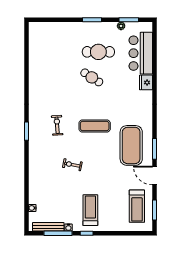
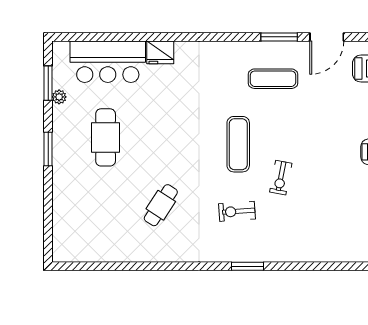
cafe table: (92, 77) -> (161, 205), moved
exercise mat: (131, 145) -> (273, 79), width x0.50, depth x0.69
exercise bike: (72, 165) -> (281, 178), moved

